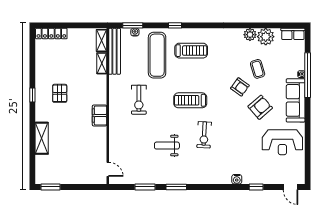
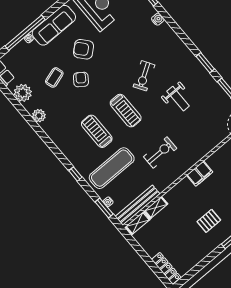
plant: (250, 35) -> (39, 116), moved
treadmill: (191, 51) -> (97, 131), moved
exercise bike: (204, 135) -> (144, 76), turned 145

